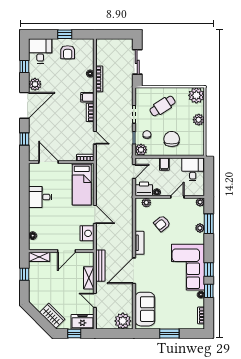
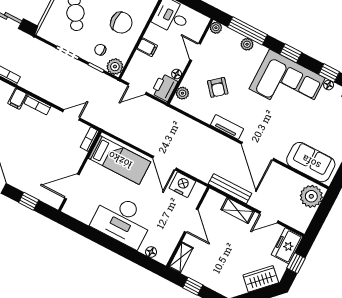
chair: (172, 139) -> (121, 23), turned 180
door: (134, 172) -> (137, 89), swing flipped
desk: (40, 197) -> (122, 220), width x1.87, depth x1.30
door: (95, 214) -> (164, 163), swing flipped
window: (209, 224) -> (247, 31), width x1.44
window: (209, 270) -> (291, 53), moved

